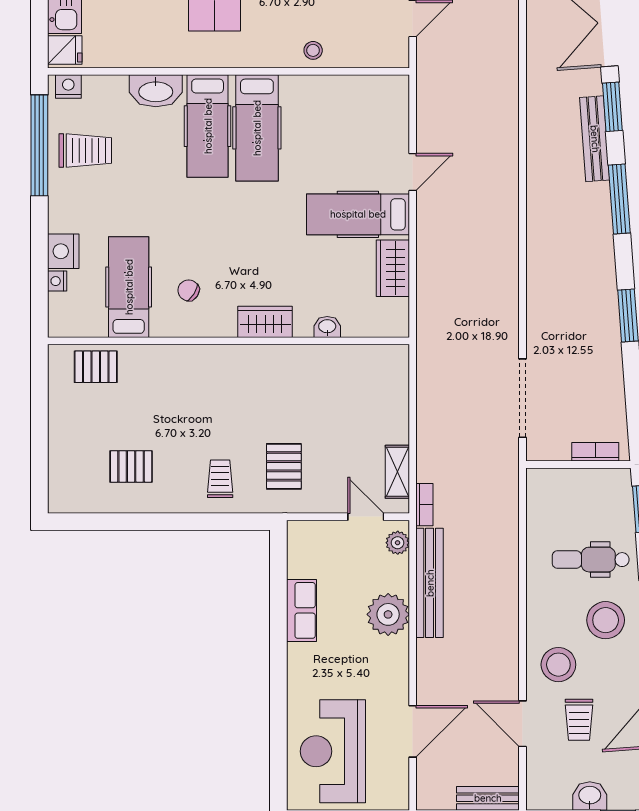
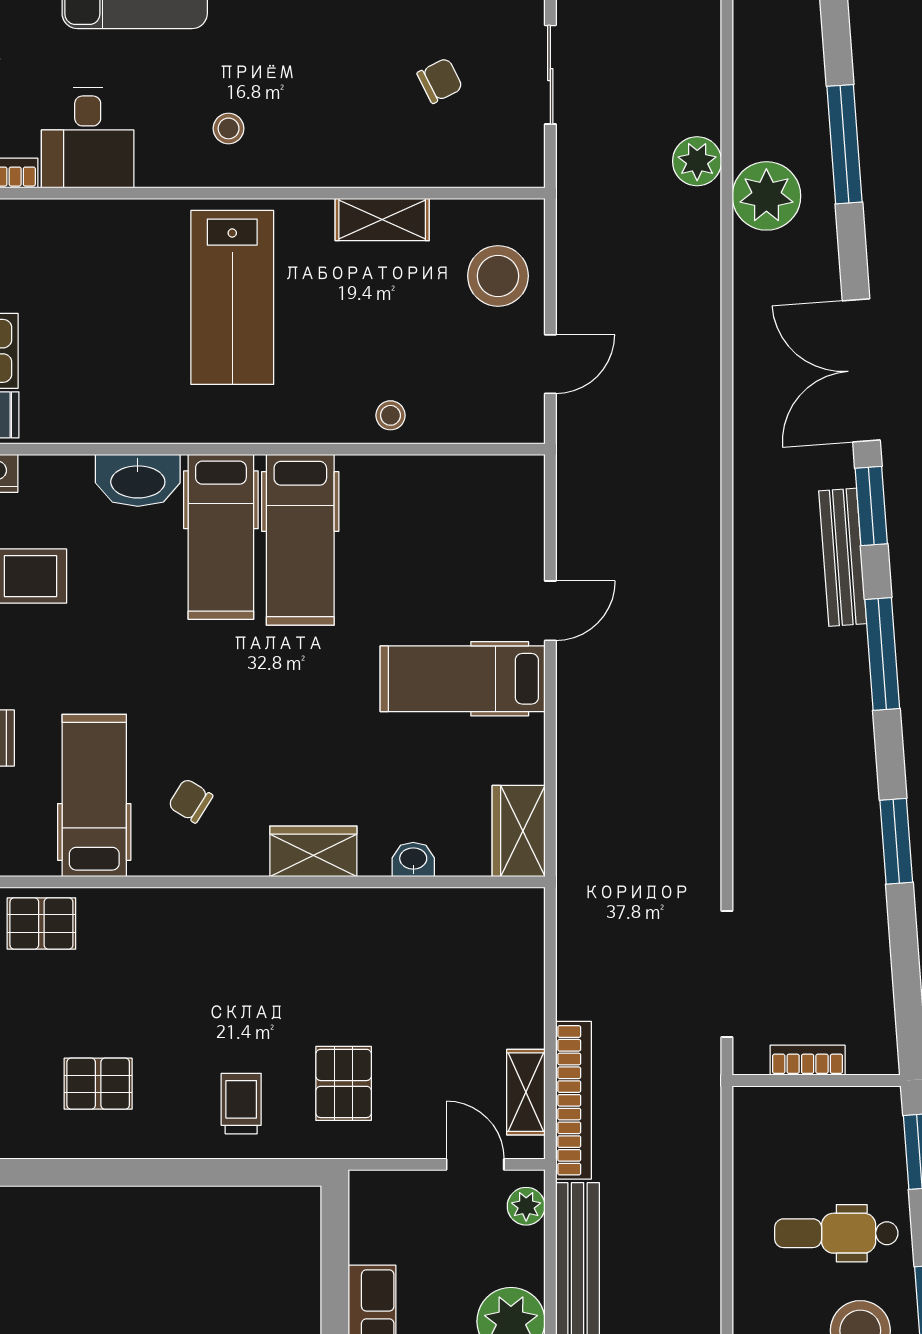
wardrobe: (393, 268) -> (519, 831), moved
bookcase: (595, 452) -> (808, 1060), moved
bookcase: (424, 505) -> (574, 1100), width x2.31, depth x1.31

